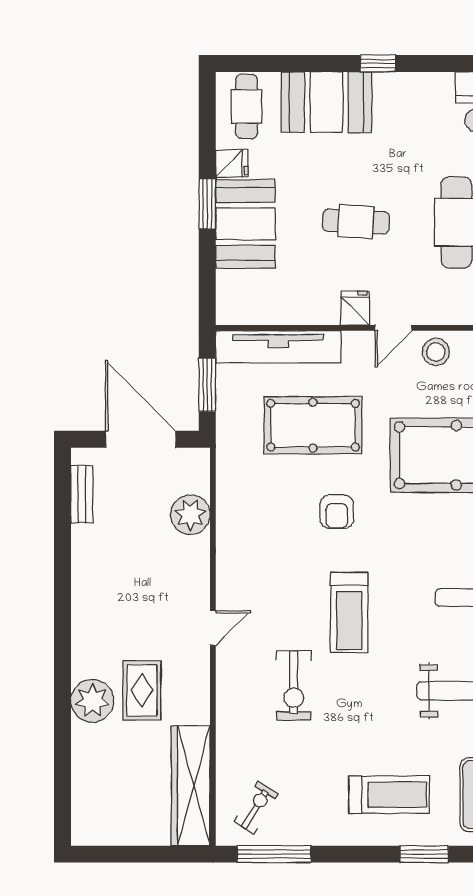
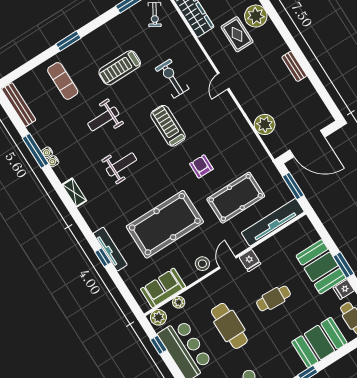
bench: (82, 494) -> (294, 66), moved
treadmill: (389, 795) -> (120, 68), moved

